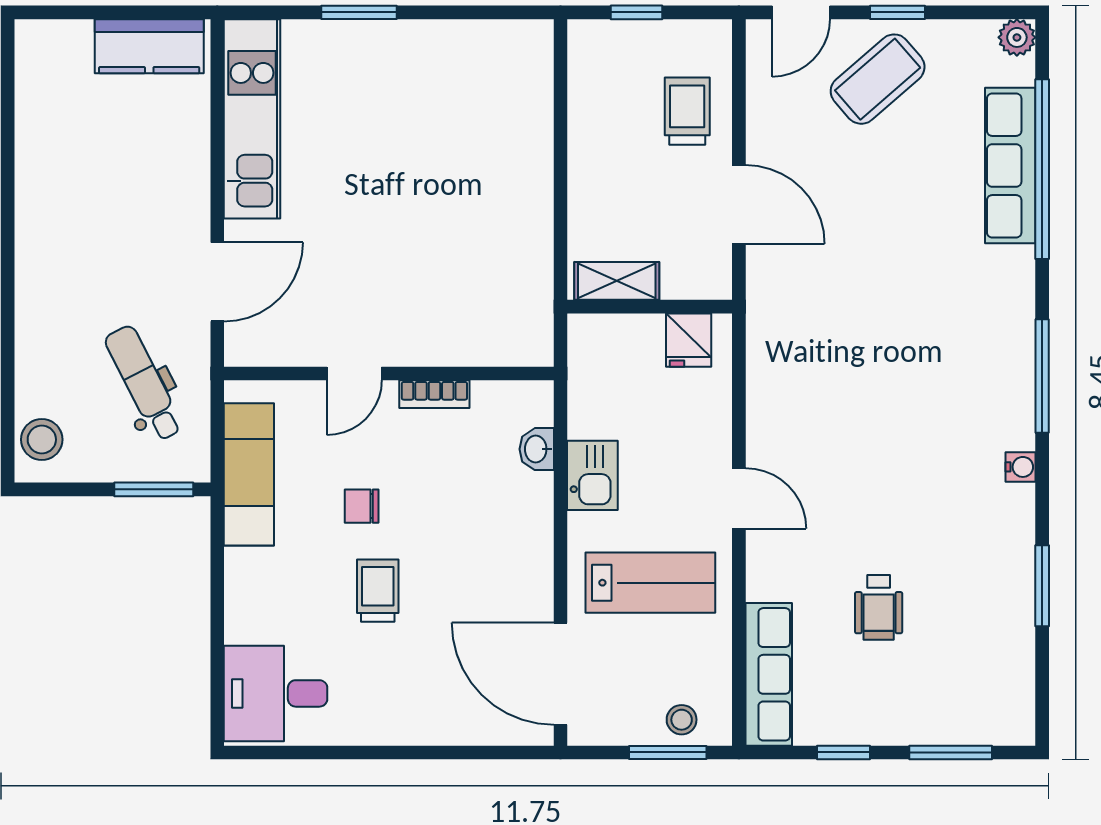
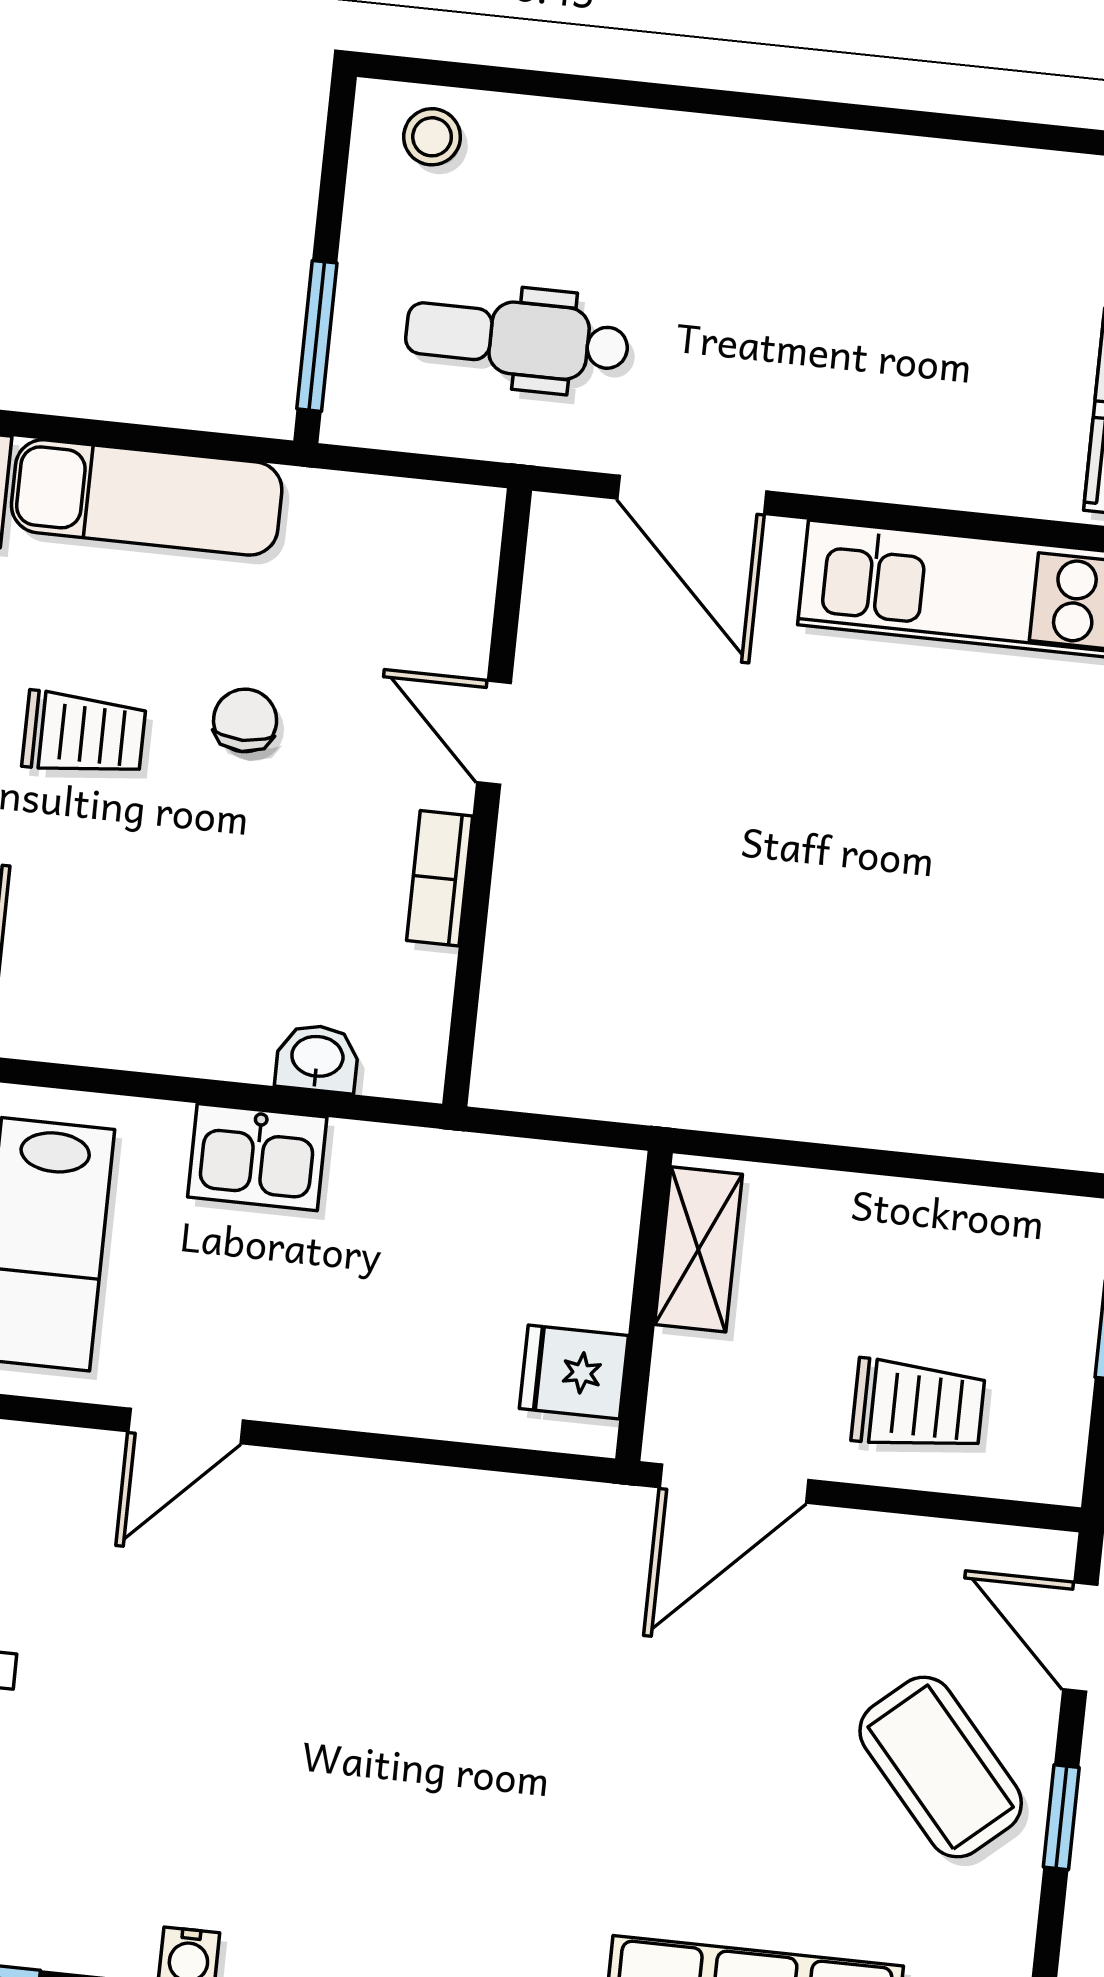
shelving: (617, 281) -> (698, 1249), moved
wall: (650, 307) -> (644, 1306), moved
fridge: (689, 340) -> (574, 1372), moved
dental chair: (144, 383) -> (517, 338), turned -153
stool: (42, 440) -> (432, 137), width x0.73, depth x0.73
exam couch: (249, 474) -> (147, 497), moved

